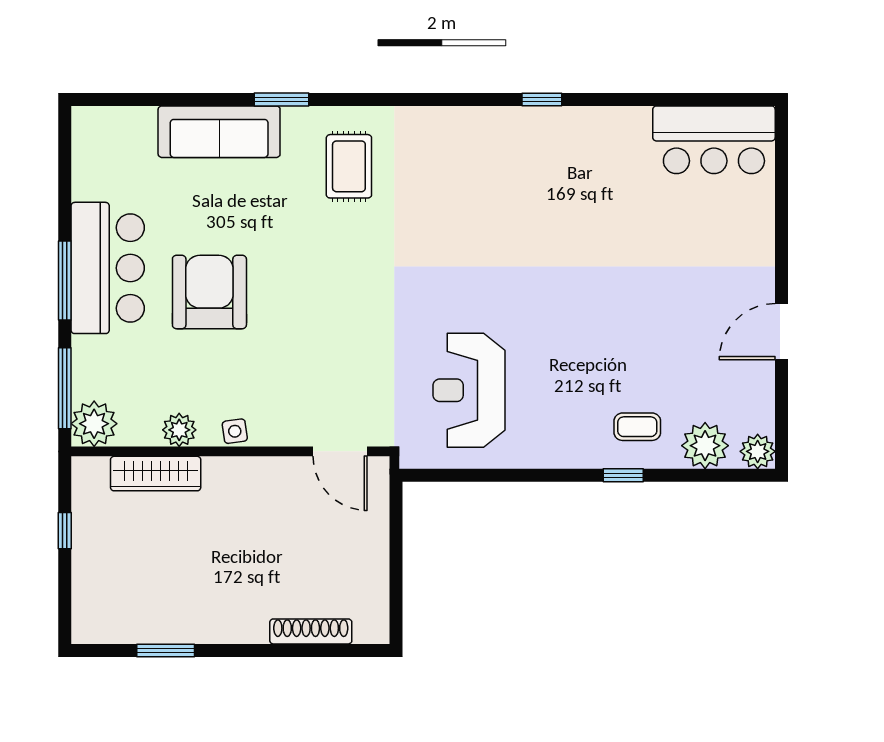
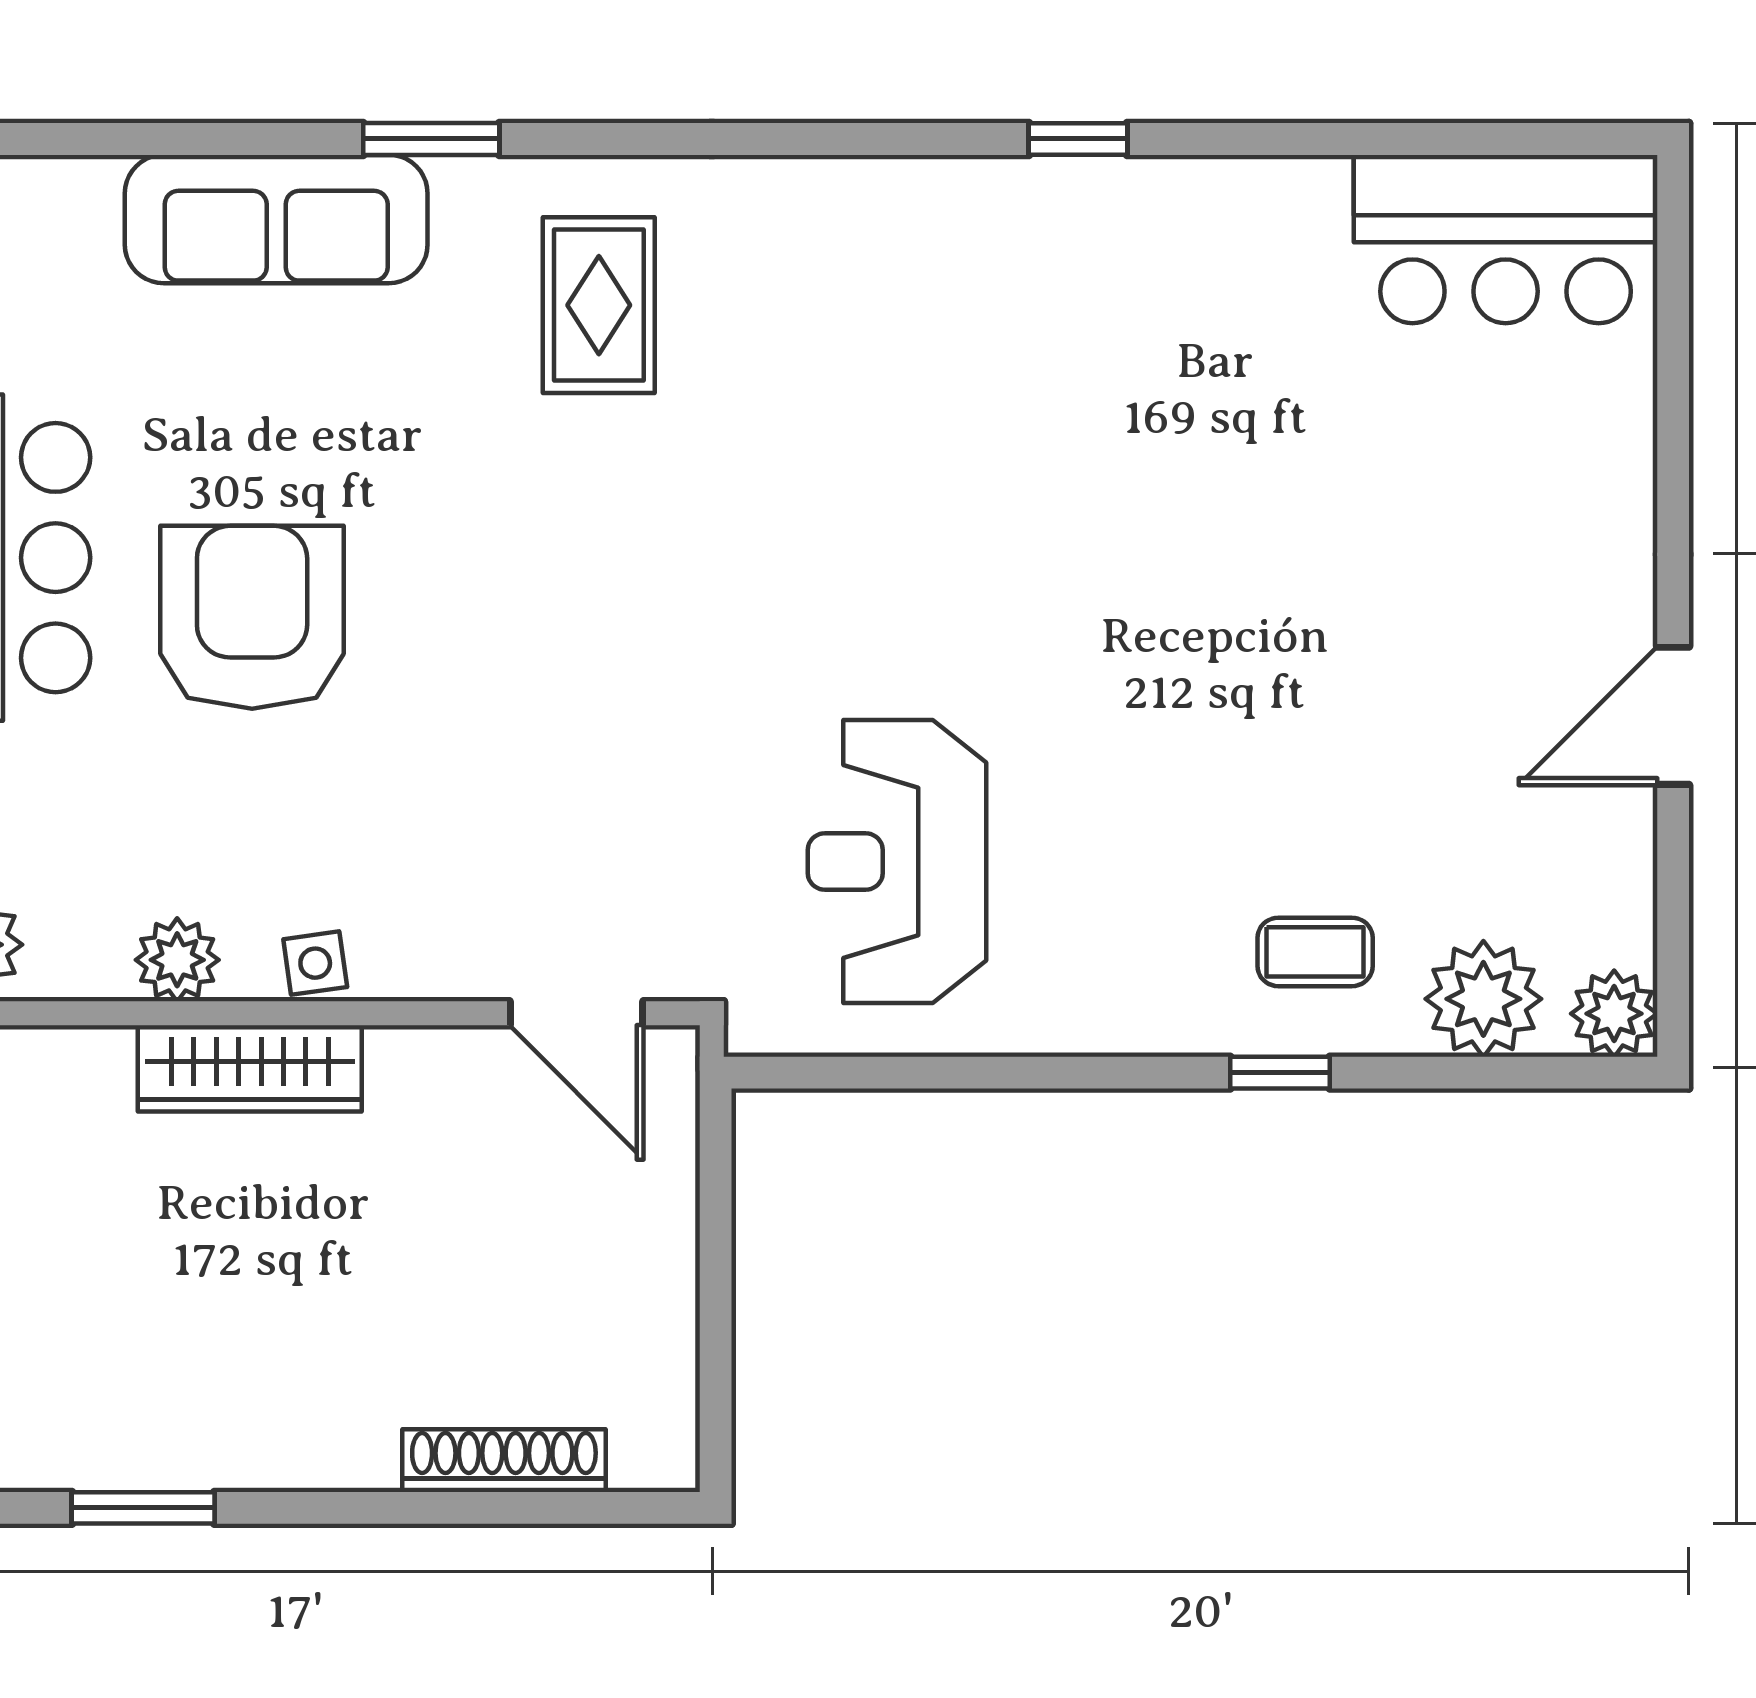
wardrobe: (156, 474) -> (250, 1068), moved

